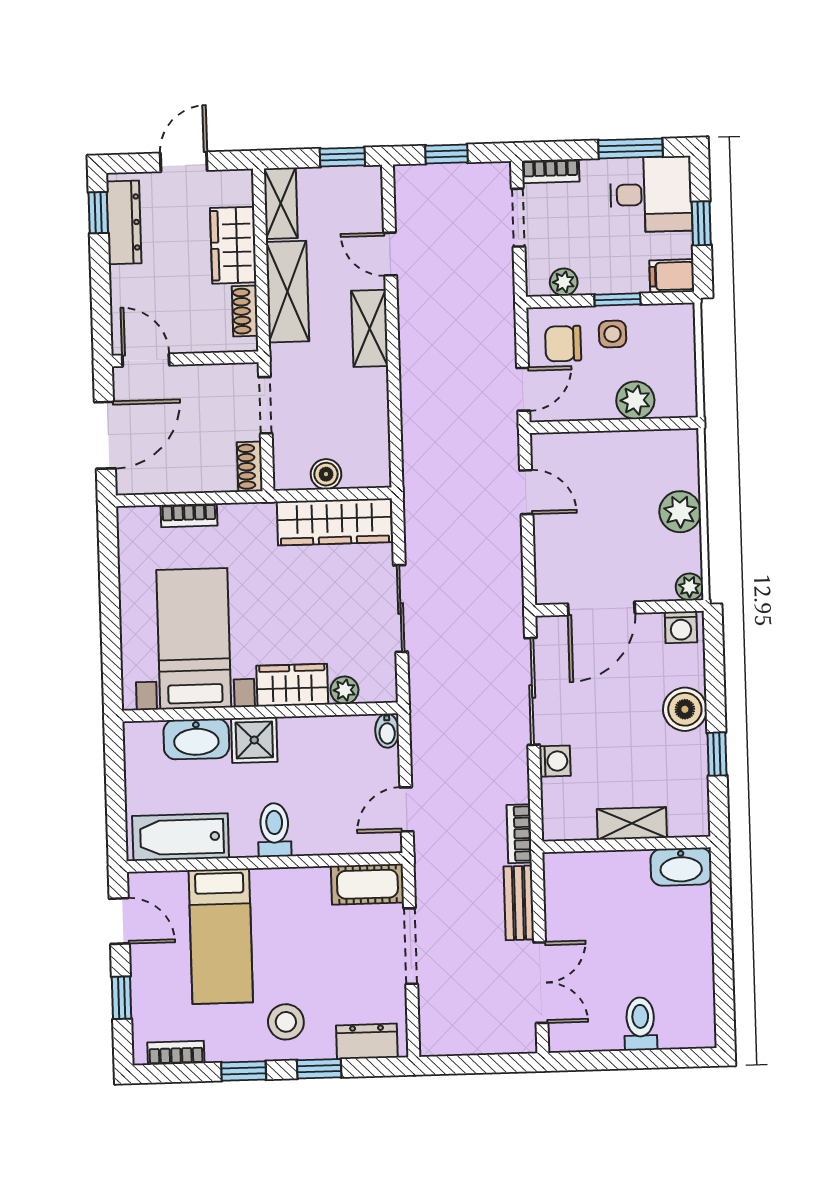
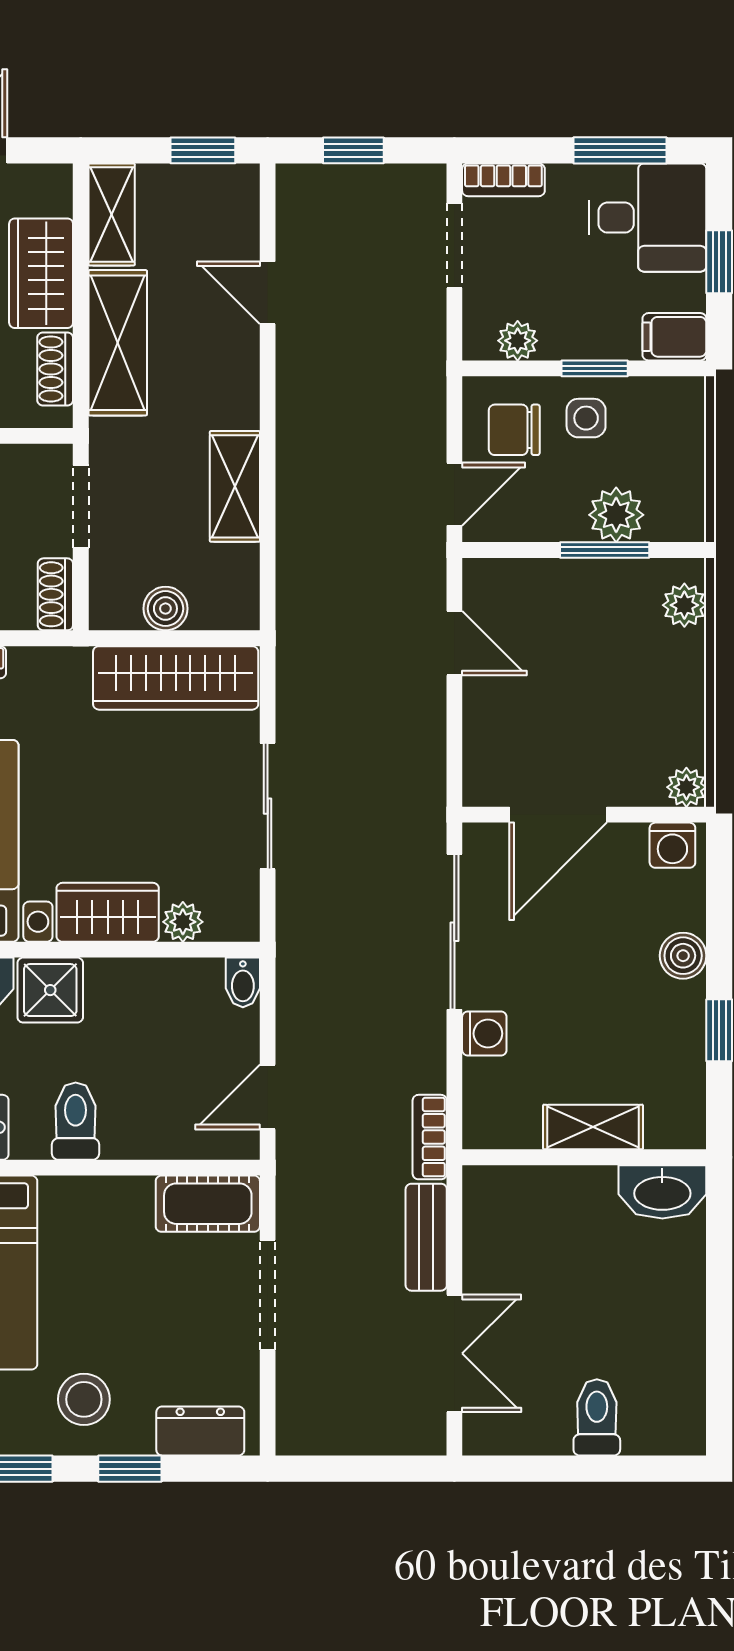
shelving: (370, 328) -> (235, 486), moved
window: (628, 425) -> (605, 550), added
plant: (680, 512) -> (684, 605), moved, width x0.73, depth x0.73
boiler: (685, 709) -> (683, 956), width x0.73, depth x0.73

